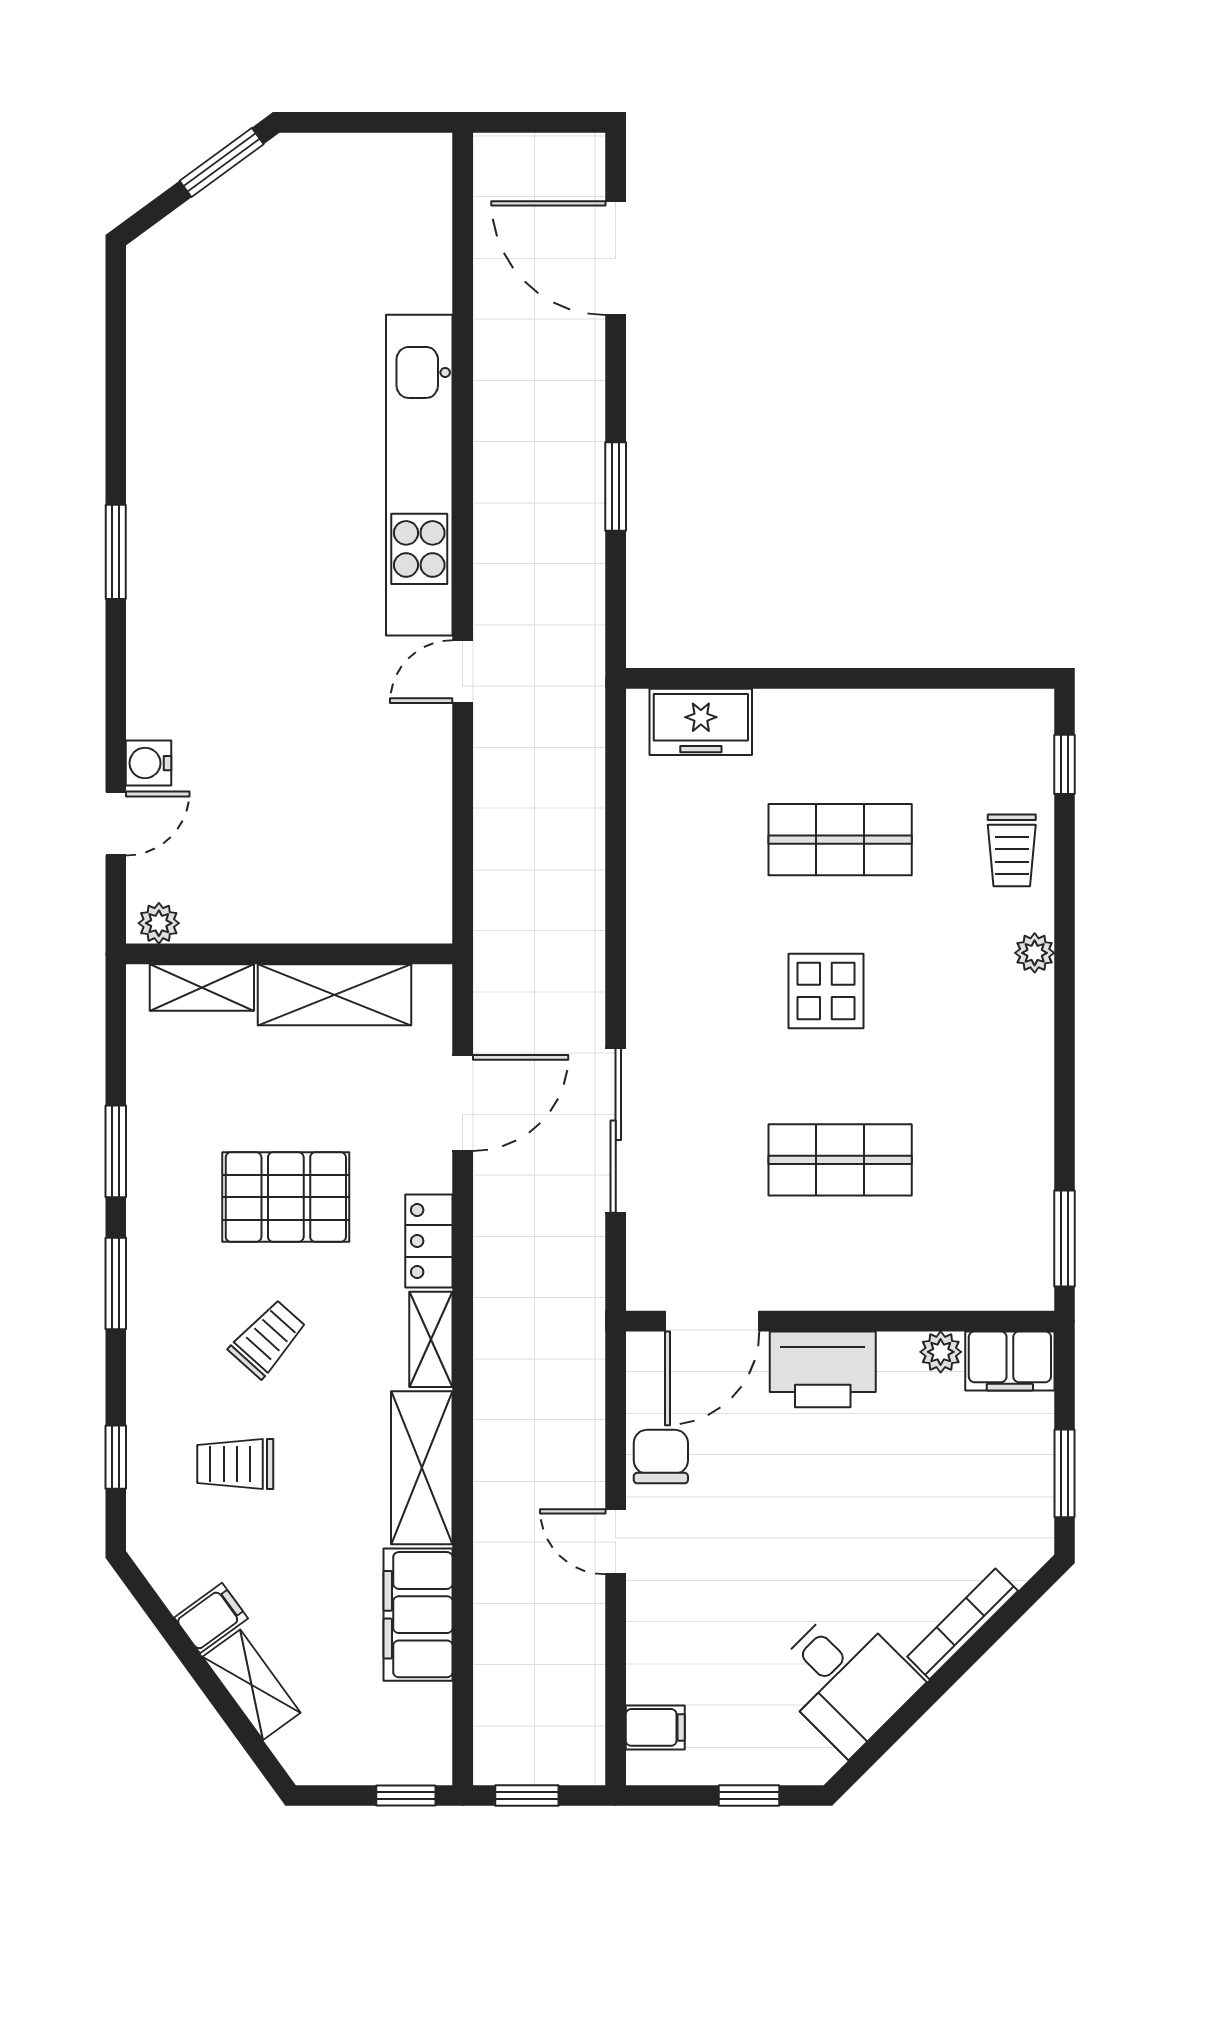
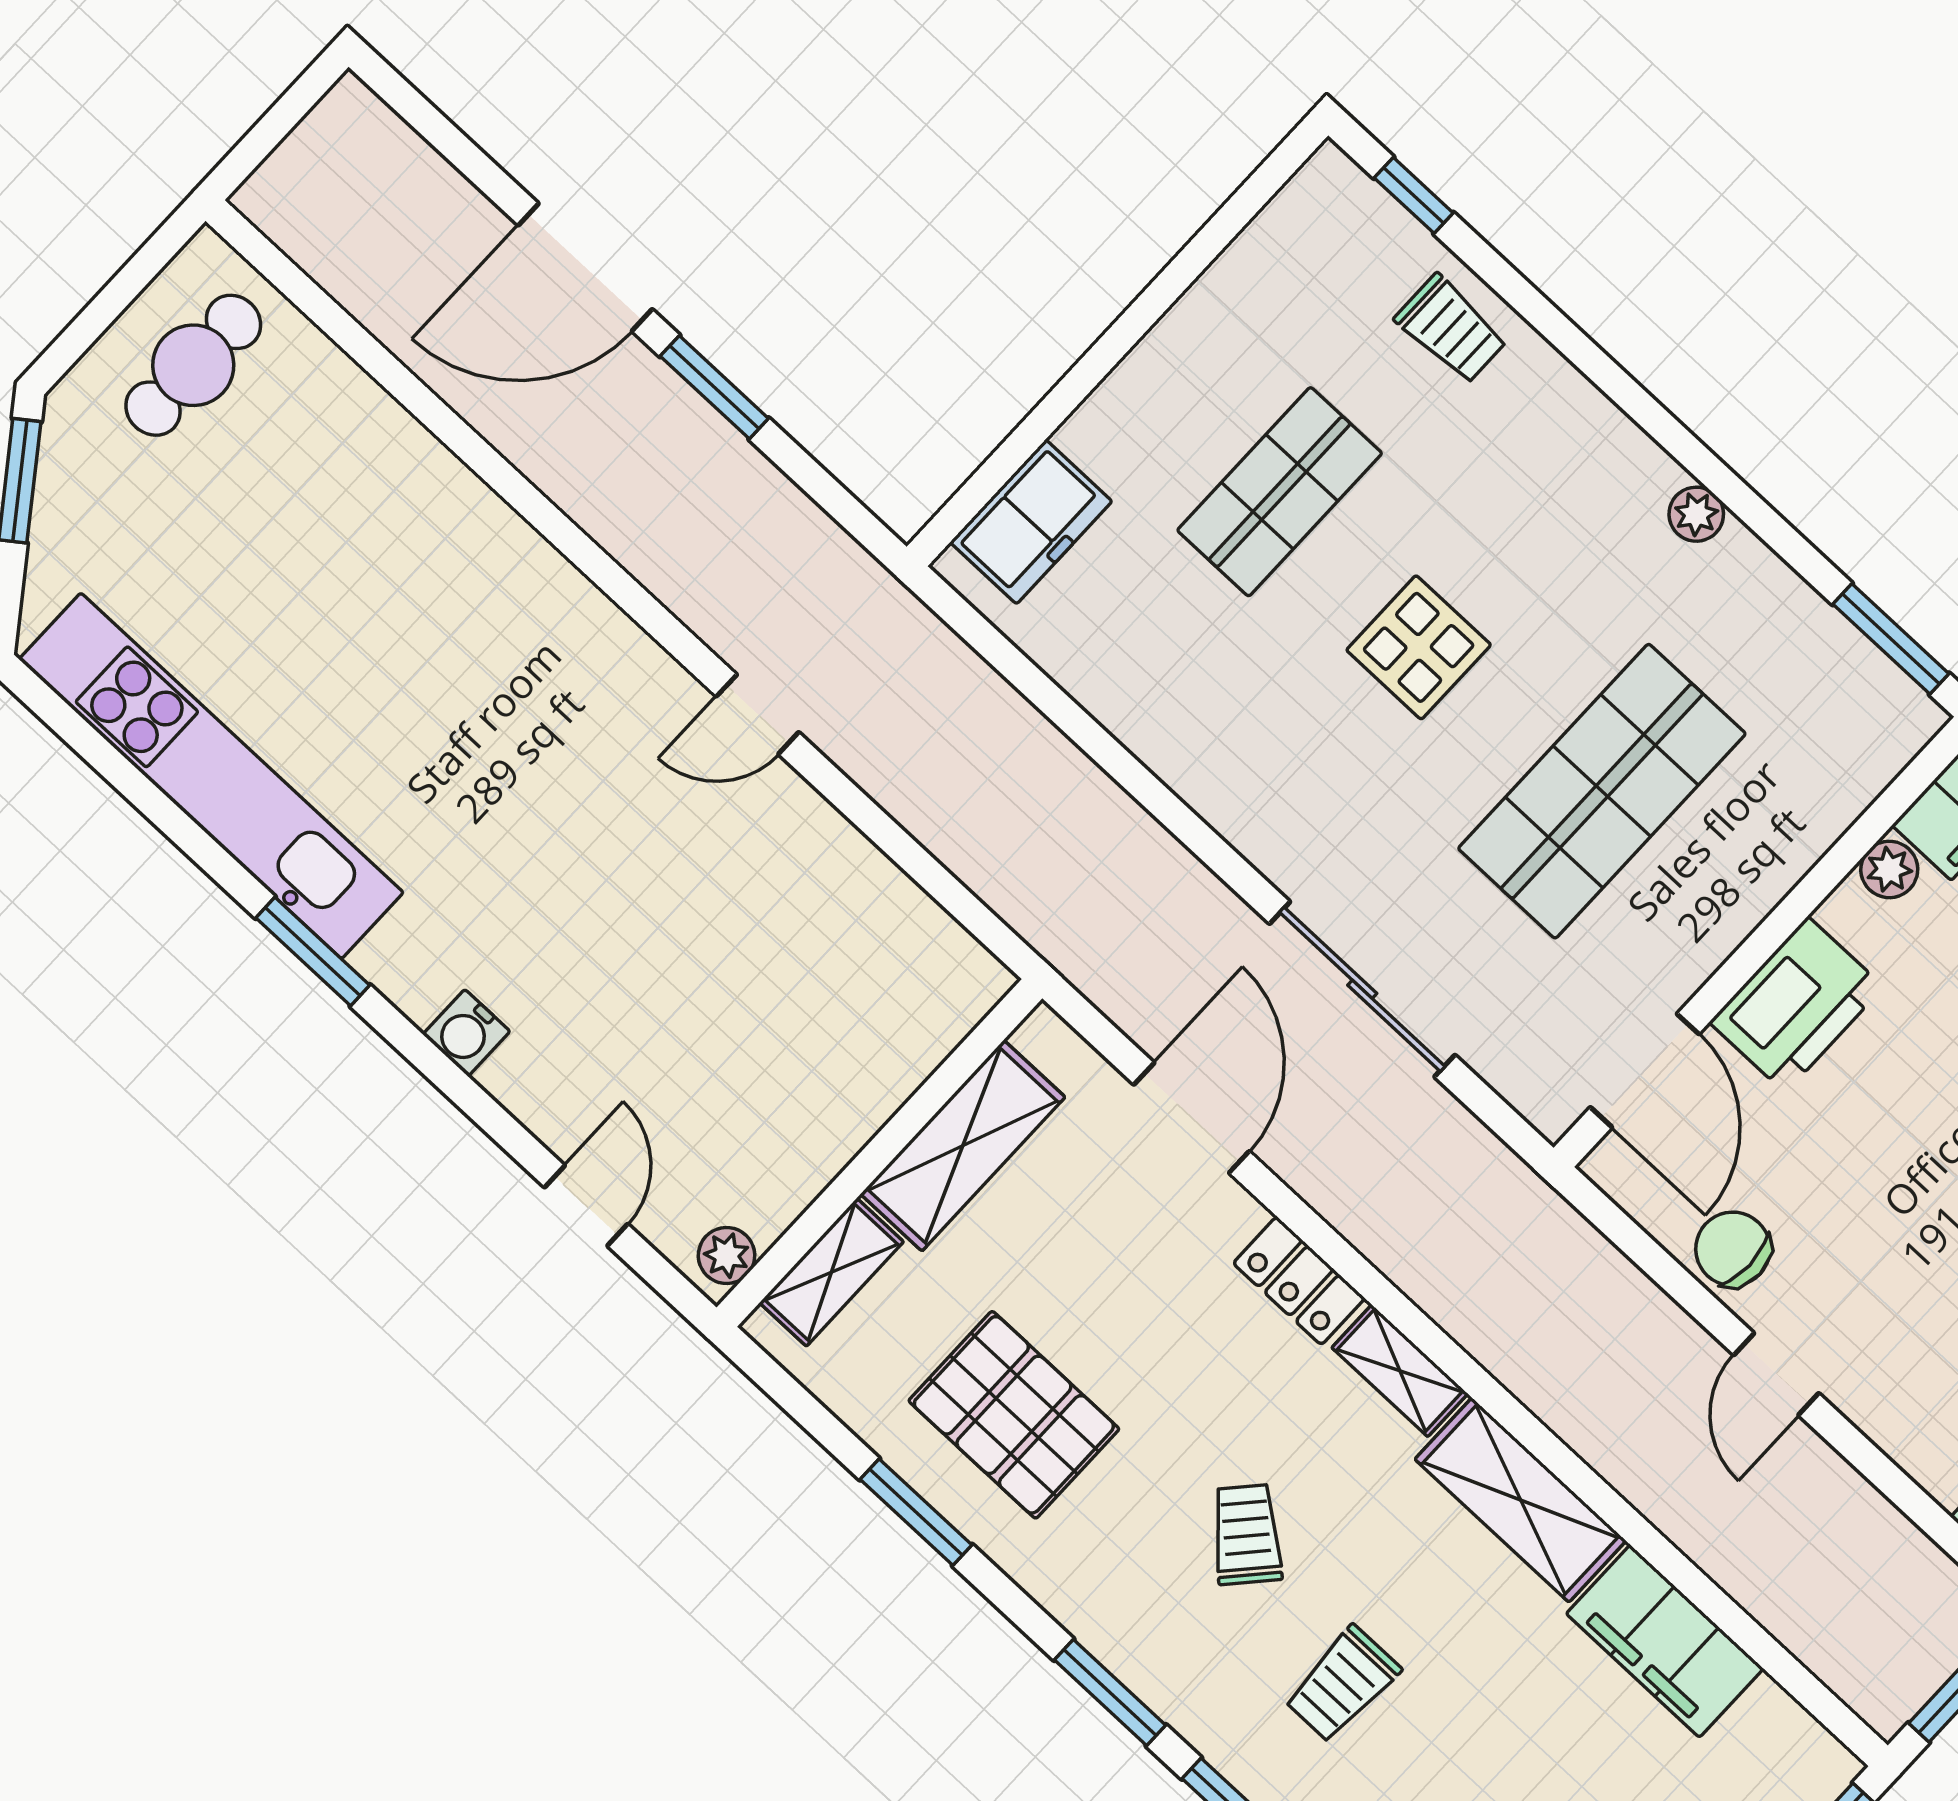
cafe table: (369, 198) -> (193, 365), added
door: (616, 258) -> (585, 267), moved
kitchen unit: (419, 475) -> (211, 776), moved, turned 180
door: (463, 672) -> (758, 714), hinge flipped
water cooler: (149, 763) -> (466, 1033), moved
plant: (1035, 953) -> (1696, 514), moved
shop shelf: (840, 1160) -> (1602, 791), width x1.43, depth x1.36
pallet: (286, 1197) -> (1014, 1415), moved, turned 90
window: (116, 1283) -> (1110, 1692), moved
door: (616, 1542) -> (1776, 1374), hinge flipped

